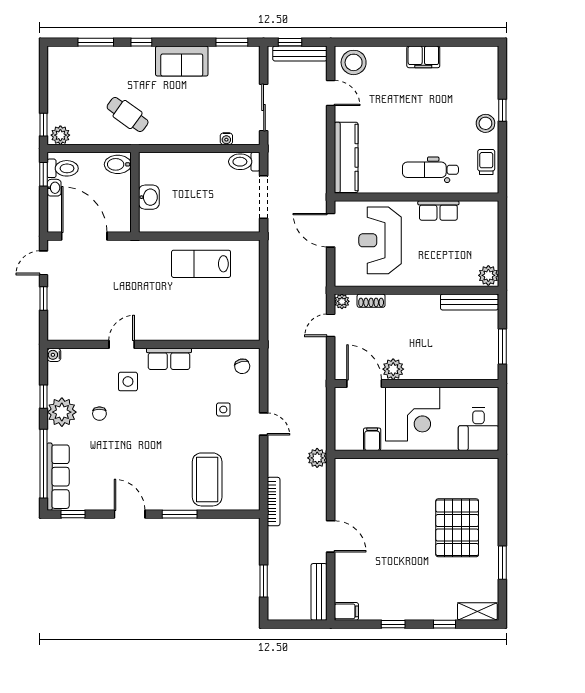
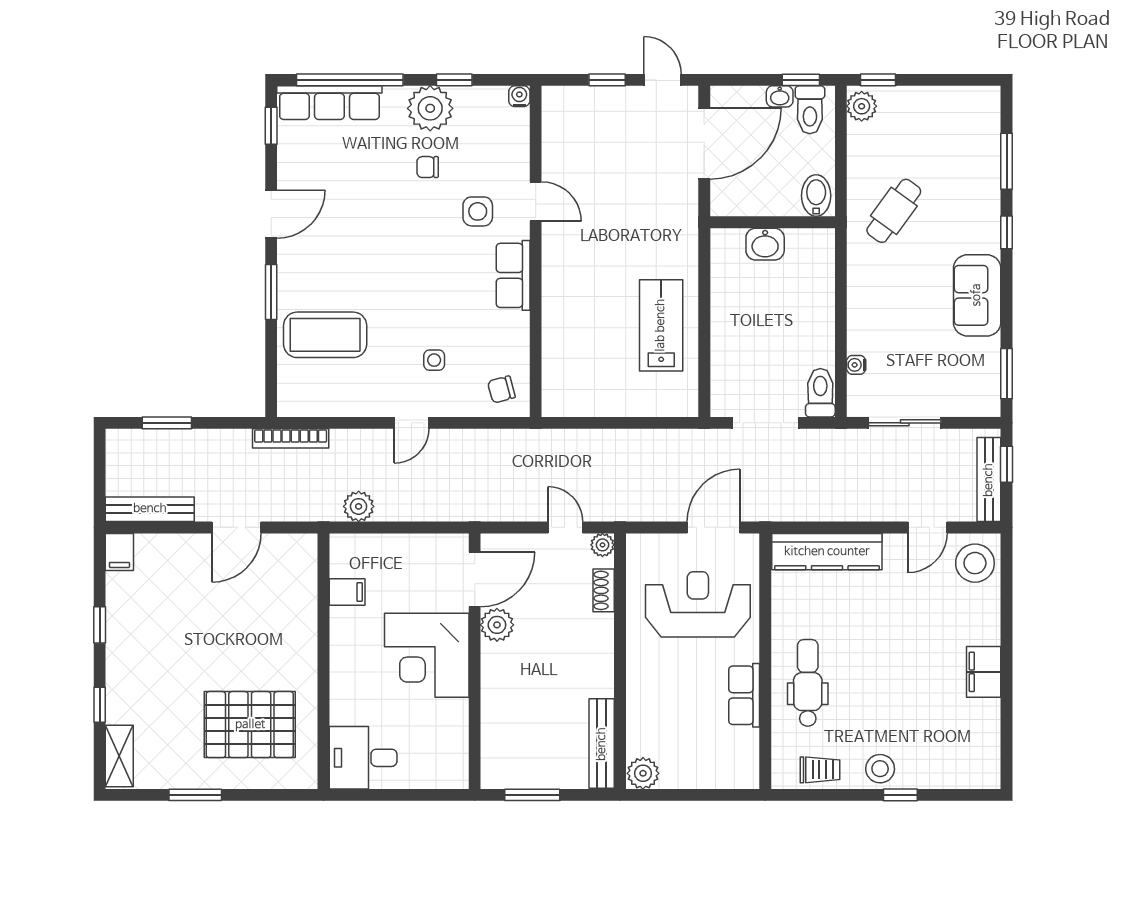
desk: (478, 429) -> (363, 758), moved
filing cabinet: (372, 439) -> (347, 592), moved
wall: (416, 454) -> (323, 661), moved

